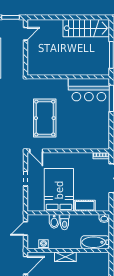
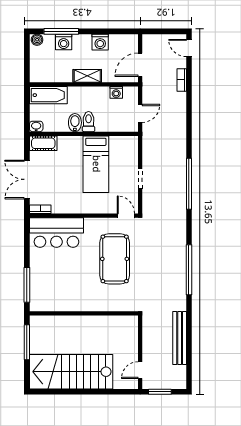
stairs: (86, 28) -> (71, 372), width x1.36, depth x1.51
bar counter: (89, 90) -> (56, 233), moved, turned 180
bed: (59, 190) -> (96, 164), width x0.67
cot: (85, 206) -> (43, 143), moved
bidet: (54, 221) -> (75, 123), moved

